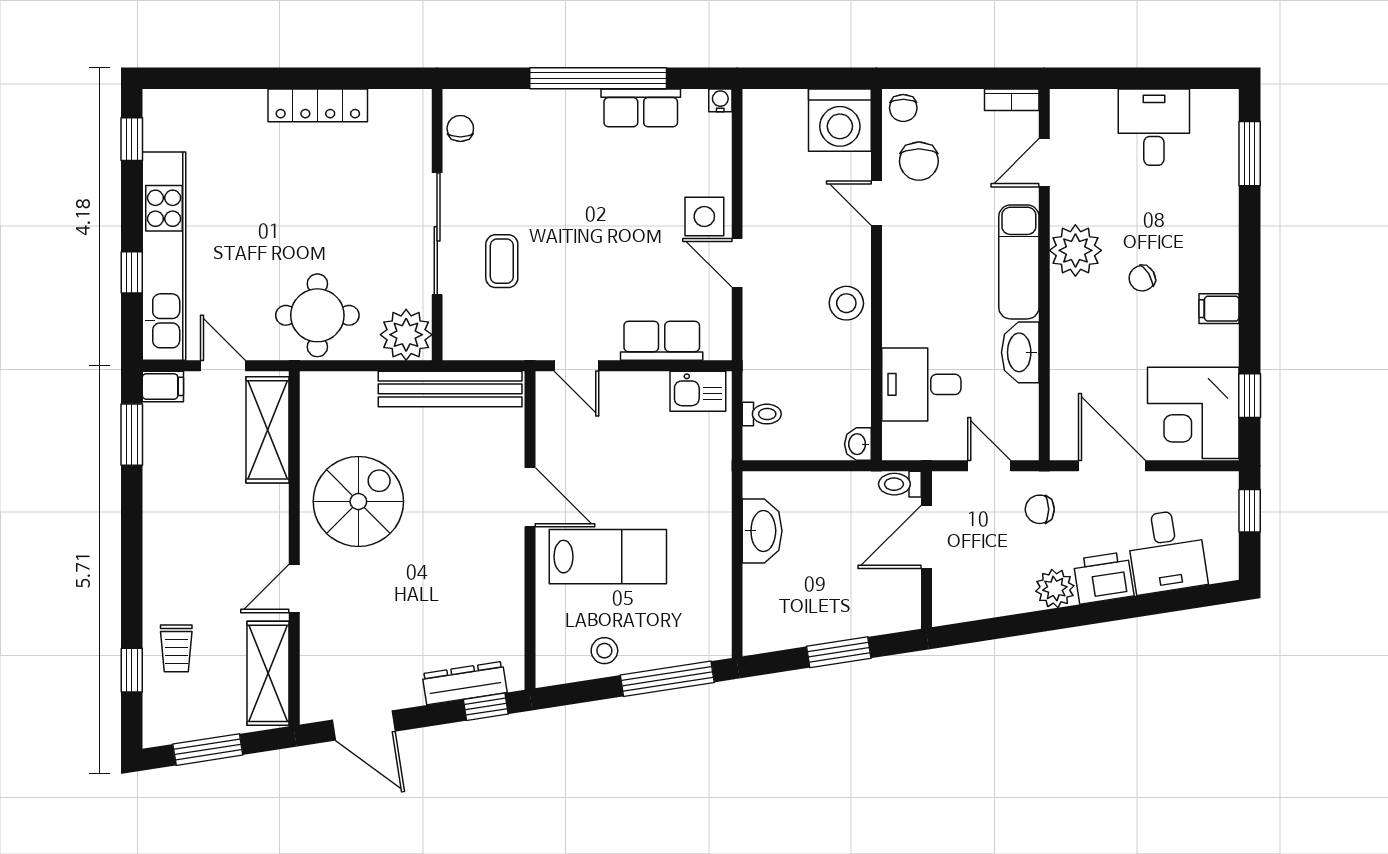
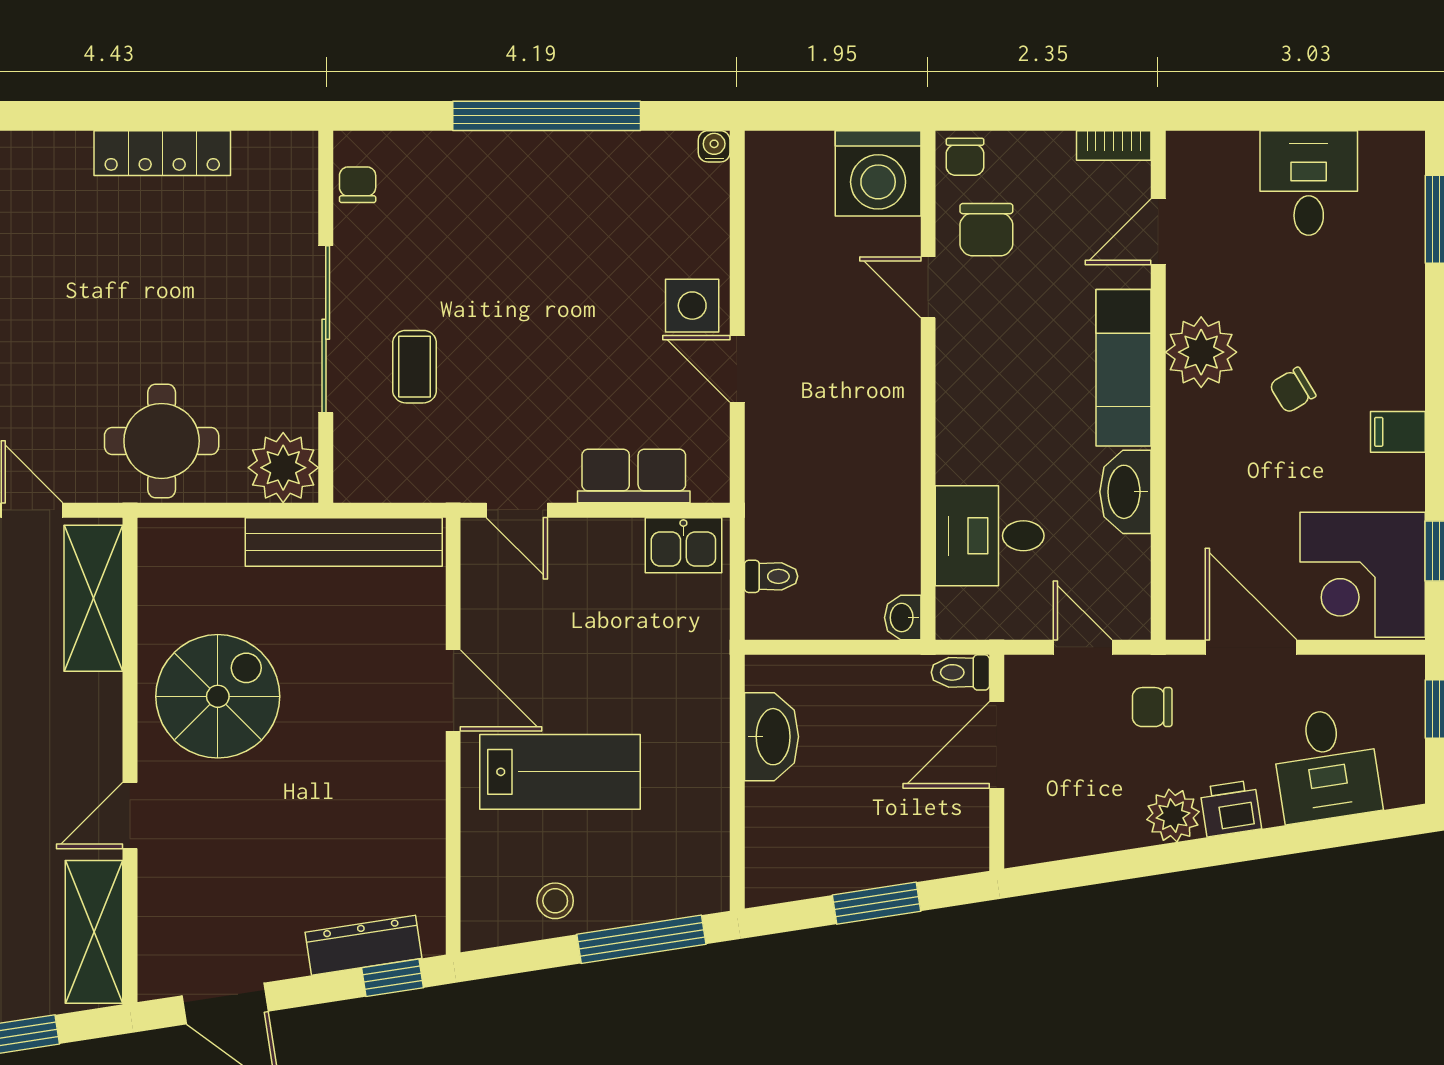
row of seats: (641, 108) -> (605, 157), removed
stool: (846, 303) -> (887, 424), removed
printer: (1104, 578) -> (1231, 808), width x0.73, depth x0.81

